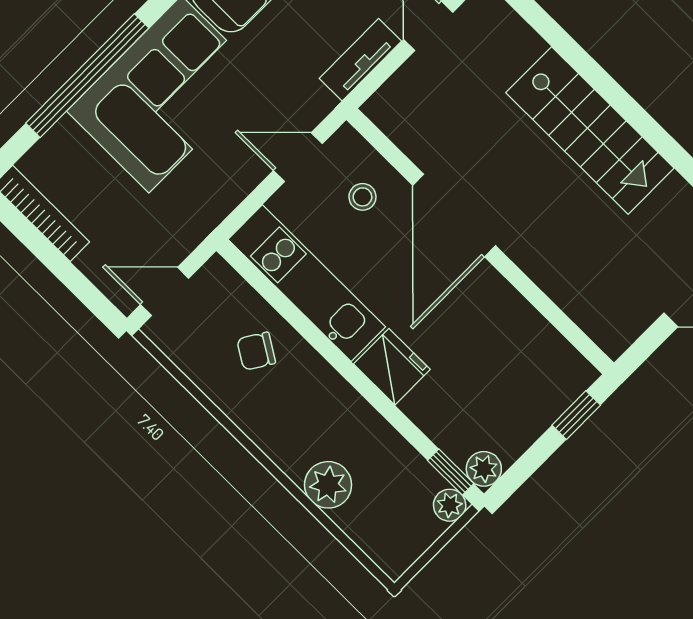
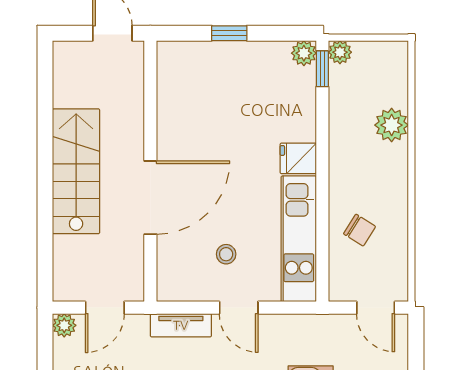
tv unit: (360, 60) -> (181, 325), moved
door: (454, 216) -> (150, 198), moved
wall: (480, 241) -> (150, 171), moved
fridge: (392, 367) -> (298, 158), width x0.72

